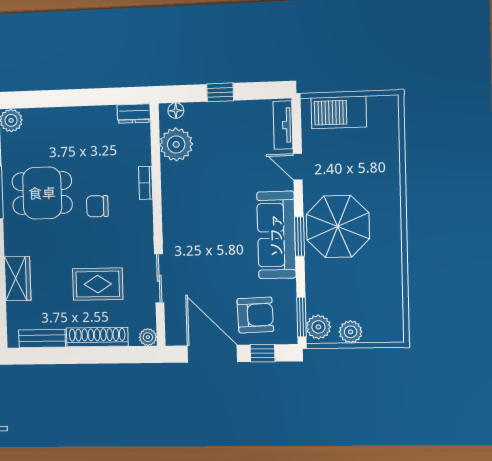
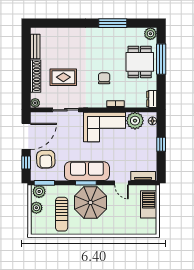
window: (58, 98) -> (161, 59), added
door: (298, 167) -> (122, 183), swing flipped
dining table: (42, 193) -> (140, 62), moved
corner sofa: (190, 203) -> (104, 127), added
wardrobe: (18, 278) -> (67, 34), removed
sun lounger: (362, 282) -> (62, 214), added
rug: (98, 284) -> (63, 77), turned 90

